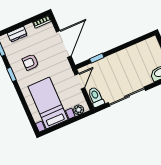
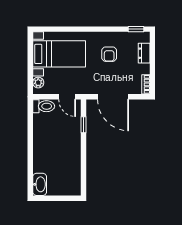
armchair: (30, 62) -> (109, 54), turned 180
window: (12, 74) -> (105, 29), removed
sliding door: (127, 97) -> (30, 139), removed

